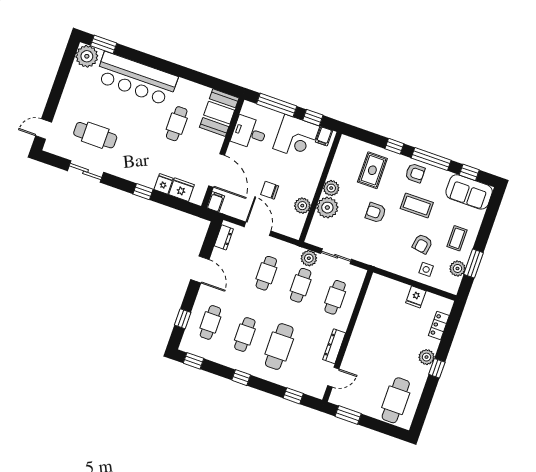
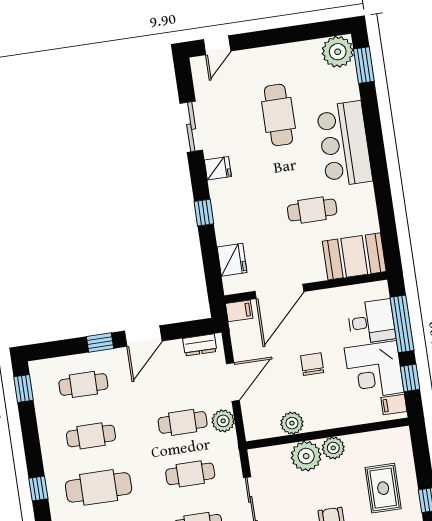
bar counter: (136, 79) -> (344, 144), width x0.73
door: (44, 129) -> (217, 45), swing flipped
desk: (249, 133) -> (371, 322), moved, turned 90
cafe table: (95, 135) -> (278, 115), moved
rug: (372, 170) -> (383, 488), turned 90
fridge: (164, 184) -> (218, 168), moved
chair: (270, 190) -> (312, 364), moved
plant: (309, 258) -> (223, 421), moved
window: (183, 319) -> (100, 342), moved
window: (241, 378) -> (38, 489), moved

